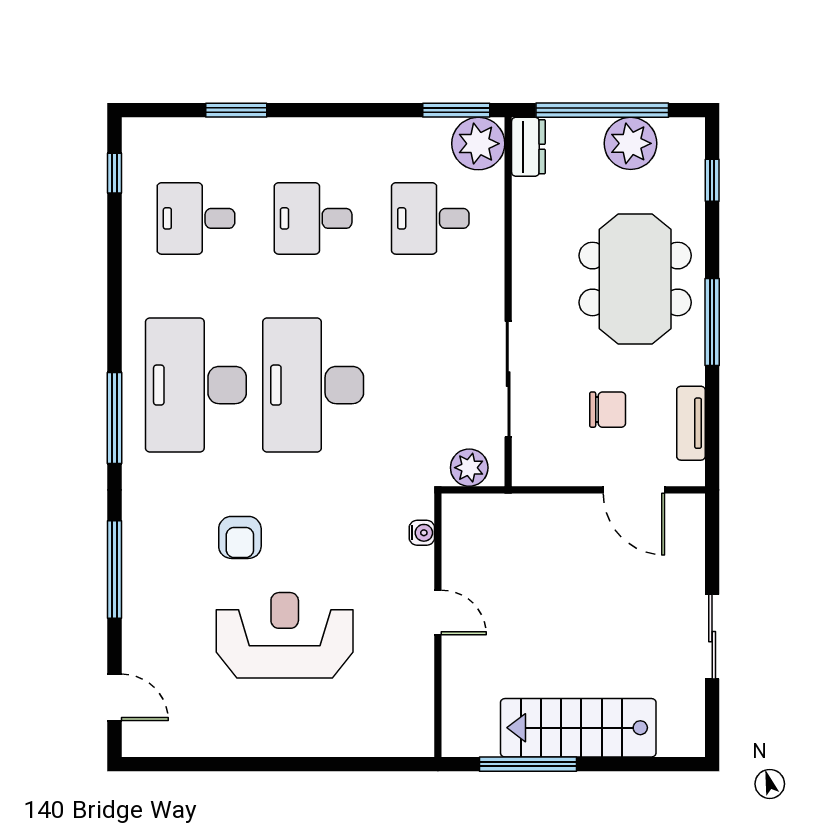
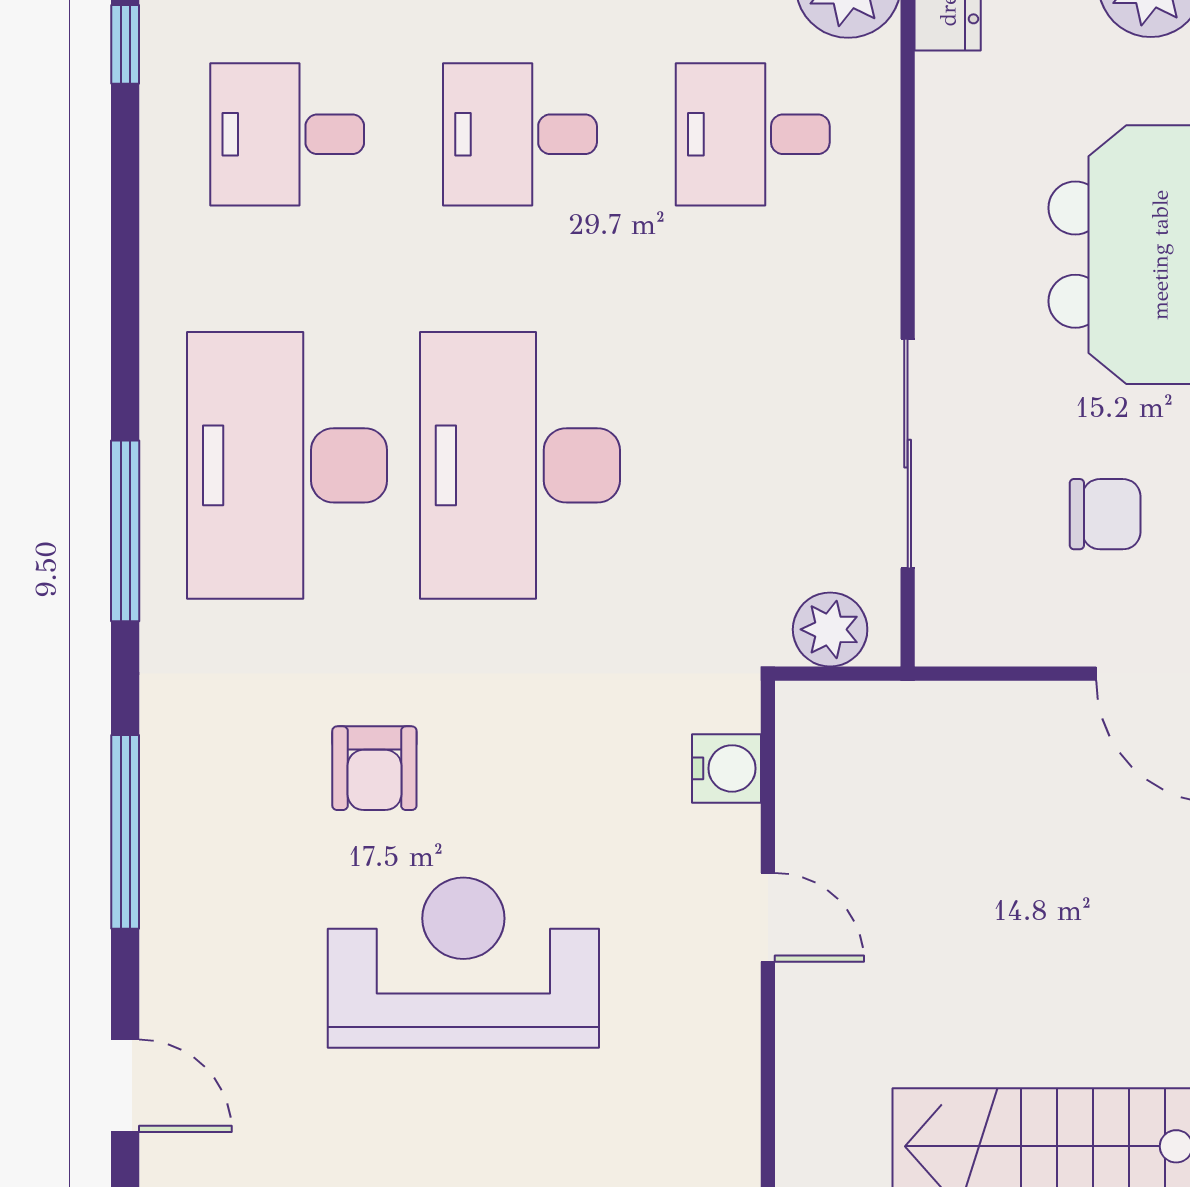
water cooler: (422, 533) -> (726, 768), width x1.38, depth x1.38

